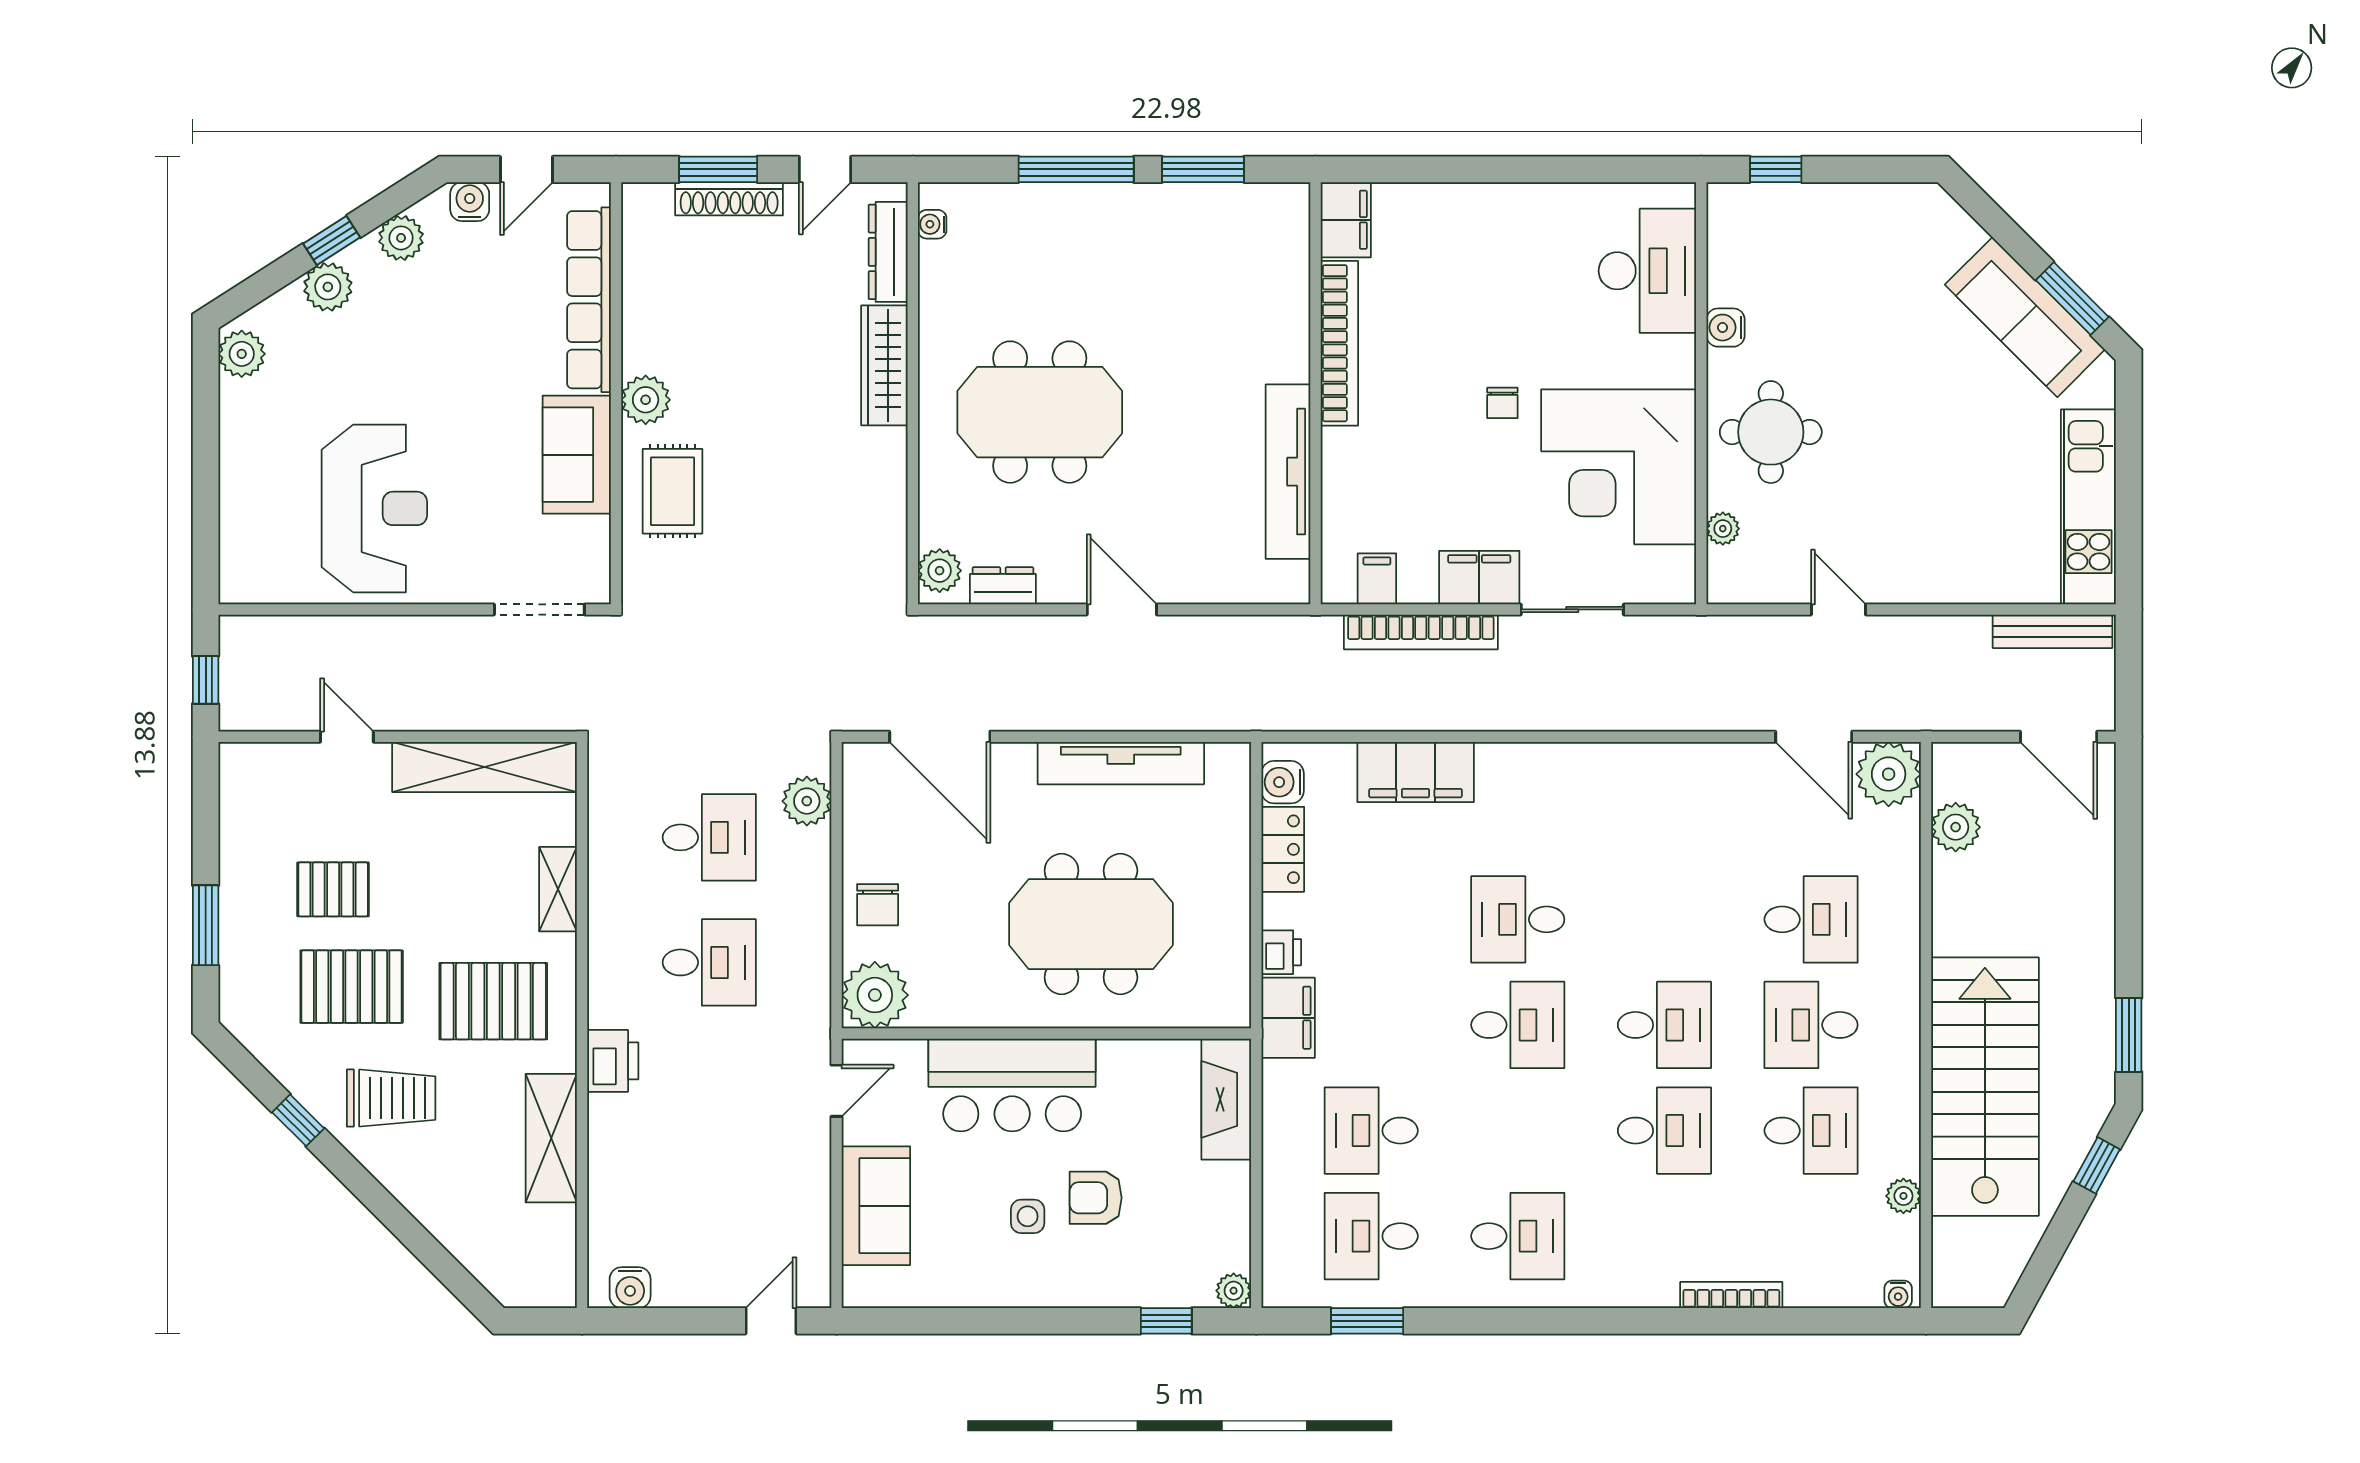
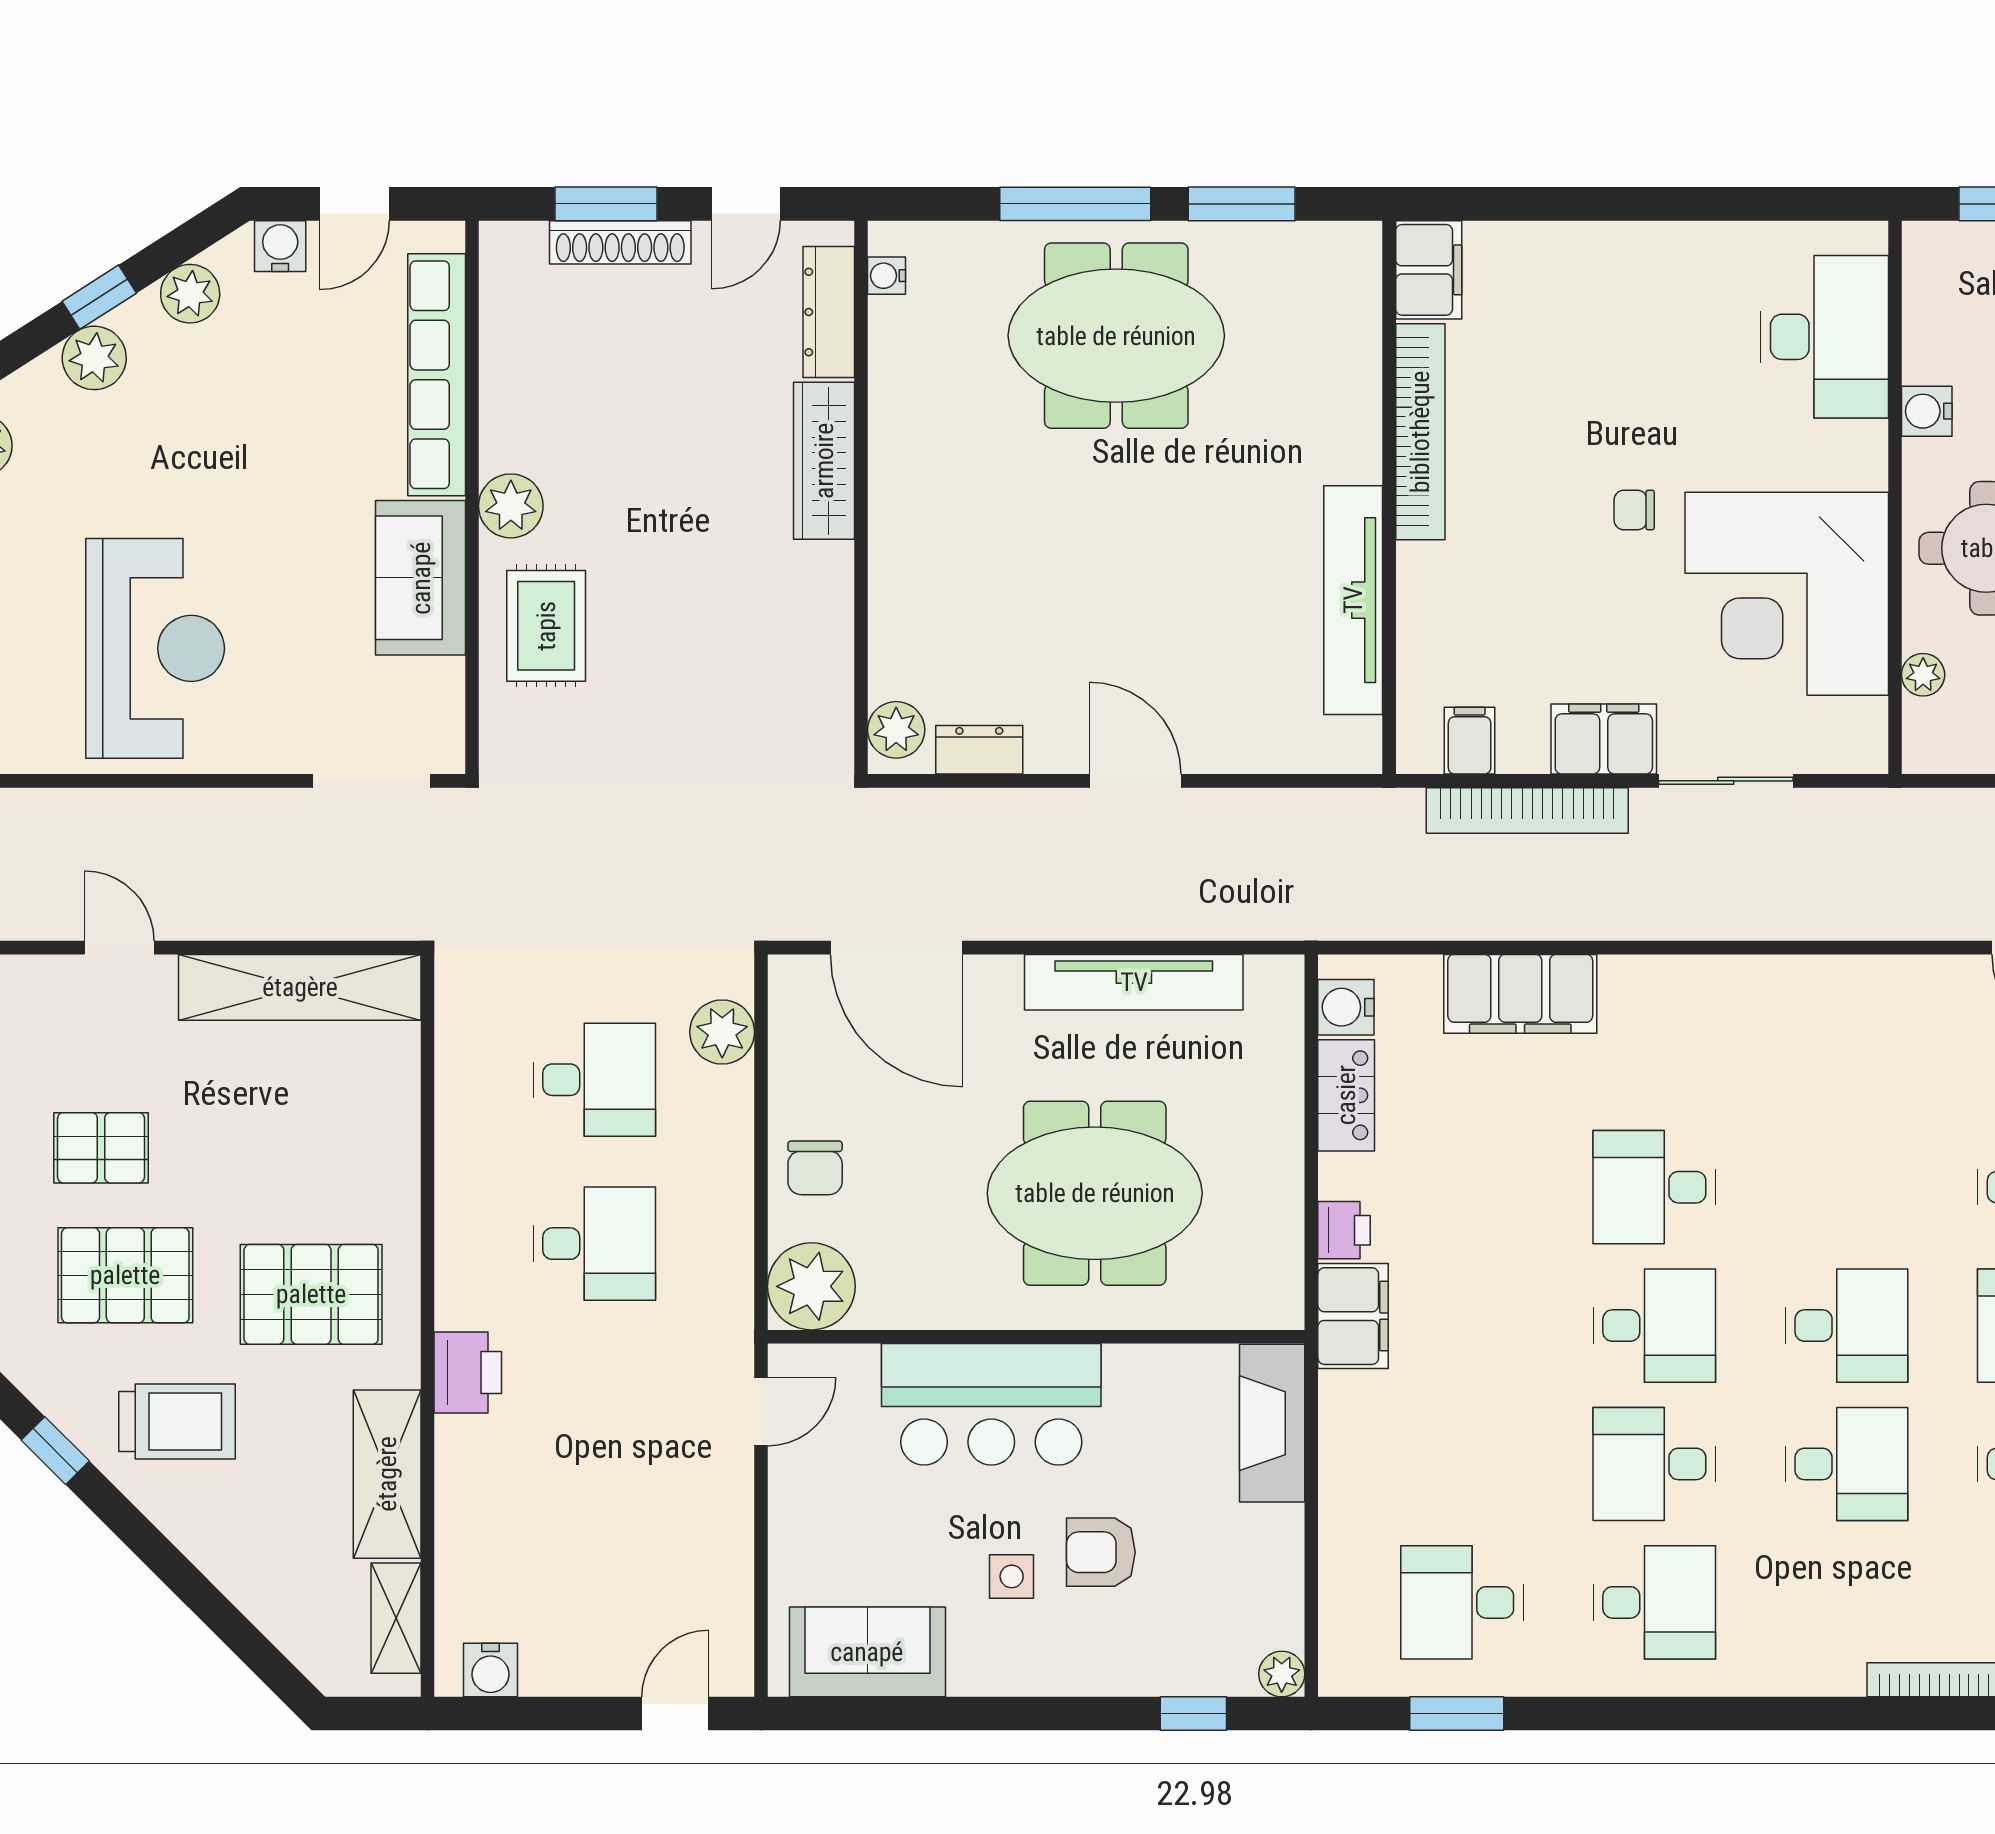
chair: (1502, 403) -> (1634, 510), turned 90
meeting table: (1040, 412) -> (1116, 336), moved
shelving: (558, 889) -> (396, 1618), moved
desk: (1371, 1131) -> (1654, 1464), moved
sofa: (876, 1206) -> (867, 1652), moved, turned -90

